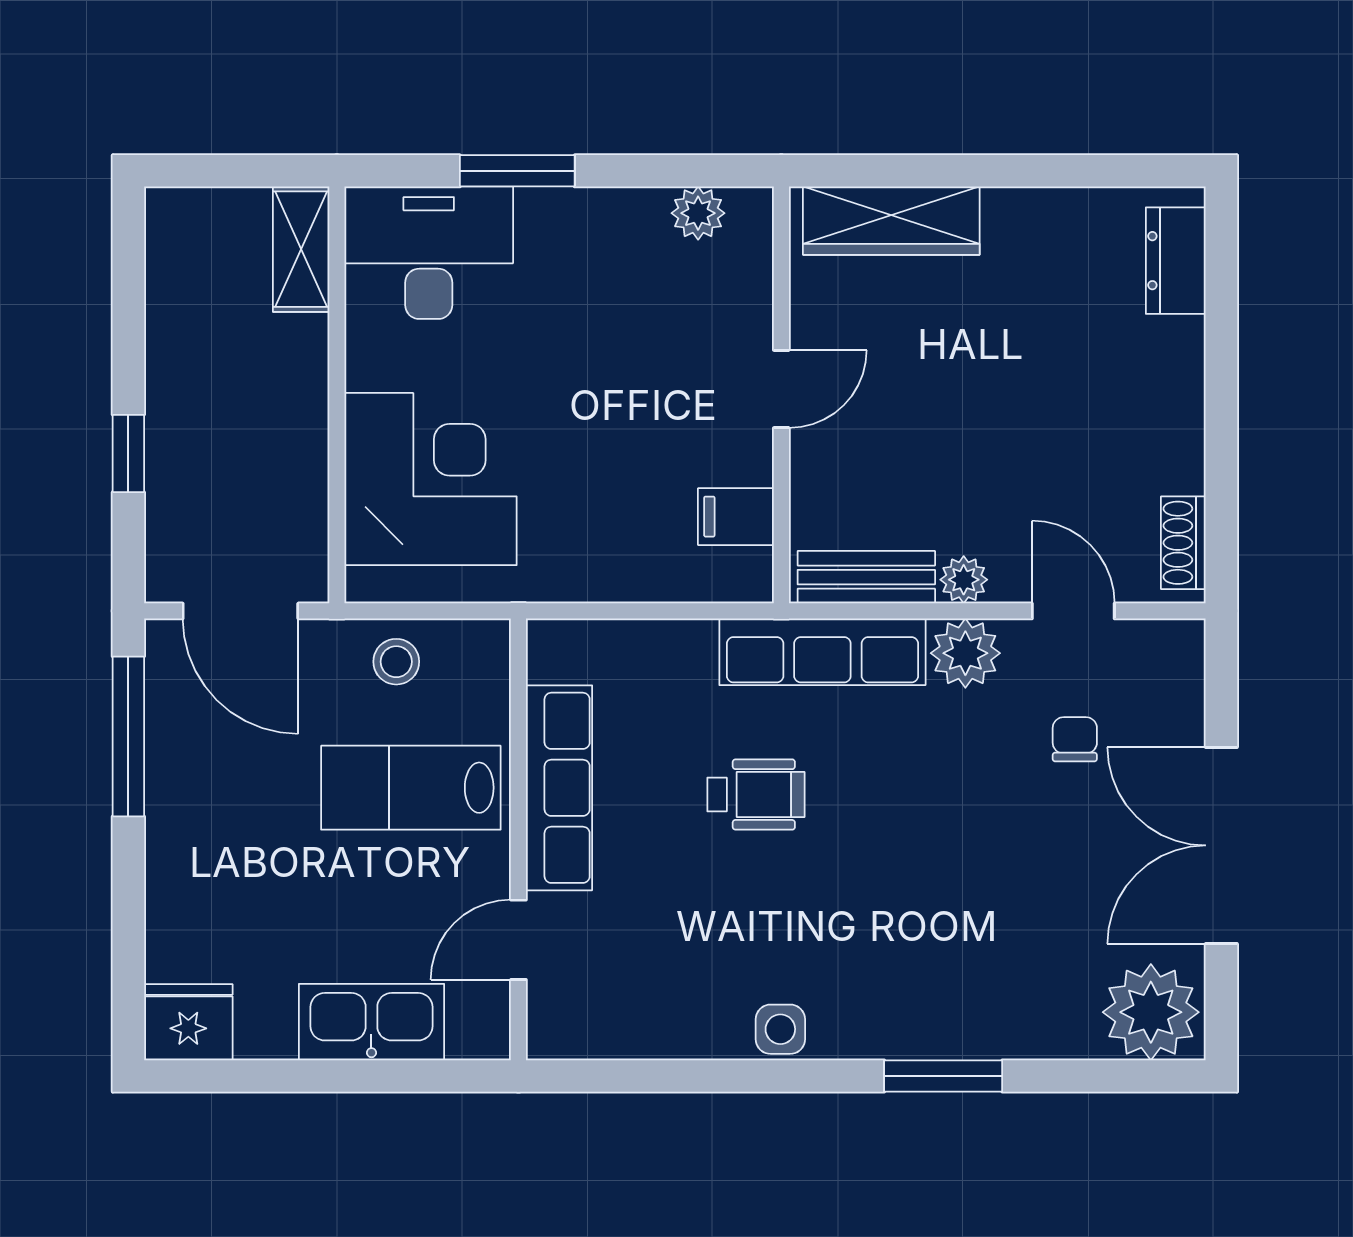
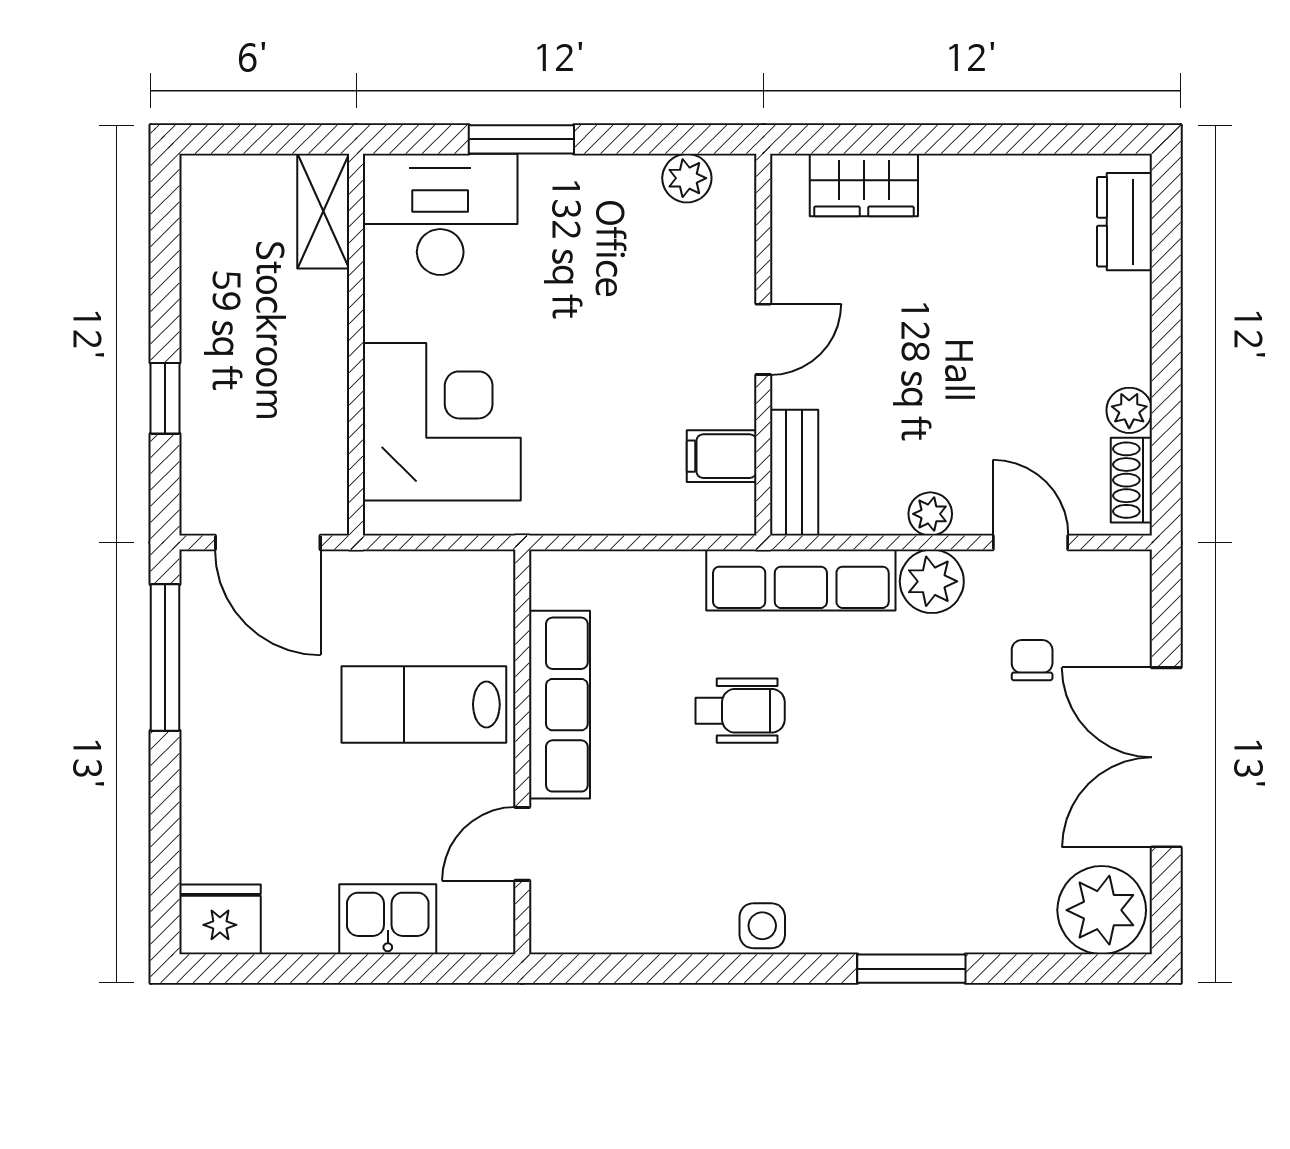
wardrobe: (891, 221) -> (864, 185), width x0.67
plant: (1181, 467) -> (1129, 410), added
bench: (866, 577) -> (794, 473), moved, turned 90
stool: (396, 662) -> (410, 589), removed
kitchen sink: (371, 1022) -> (388, 919), width x0.73

